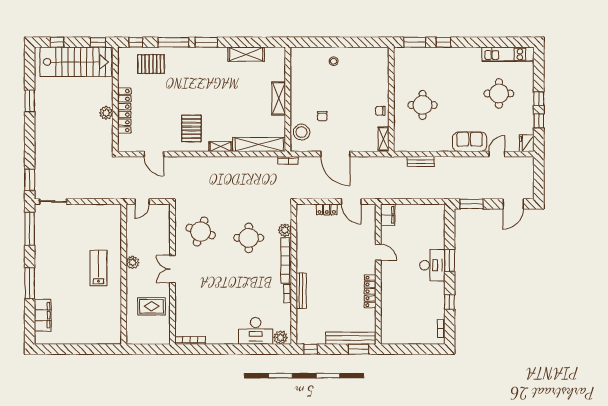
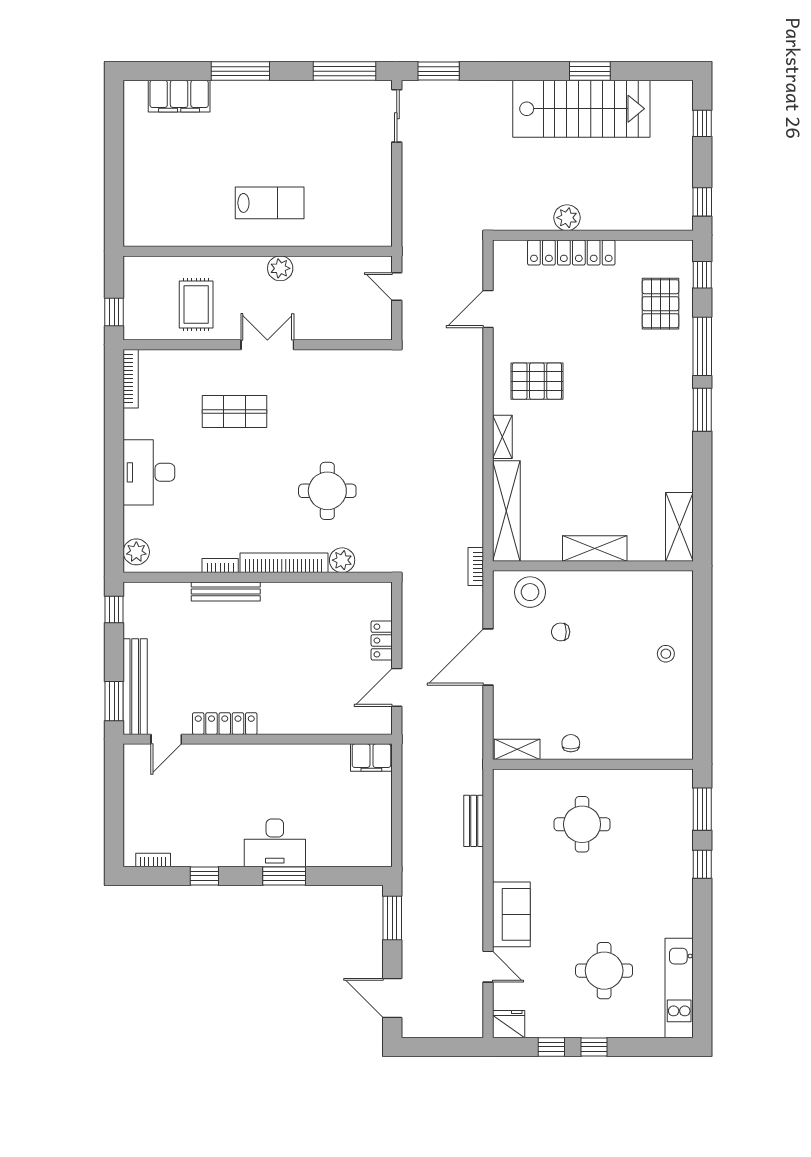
shelving: (246, 54) -> (679, 527), moved
stairs: (76, 62) -> (581, 109), moved, turned -90
round table: (201, 232) -> (339, 399), removed
door: (378, 252) -> (166, 739), moved
shop shelf: (207, 286) -> (235, 411), added
desk: (256, 331) -> (149, 472), moved
window: (155, 349) -> (114, 312), added

